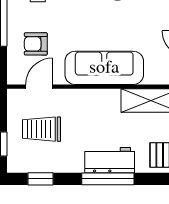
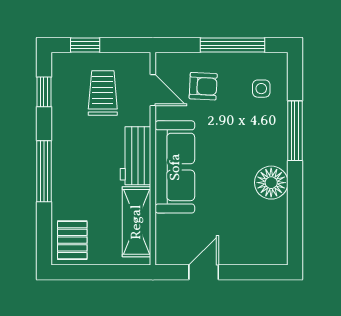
armchair: (36, 44) -> (203, 86), turned 93
workbench: (110, 160) -> (135, 156), moved, turned 180

